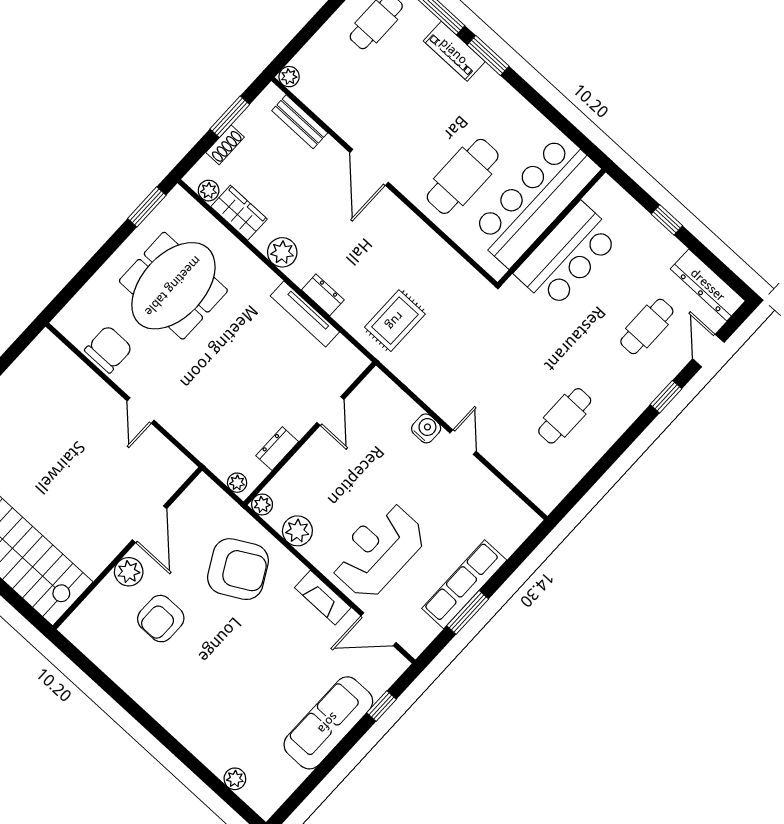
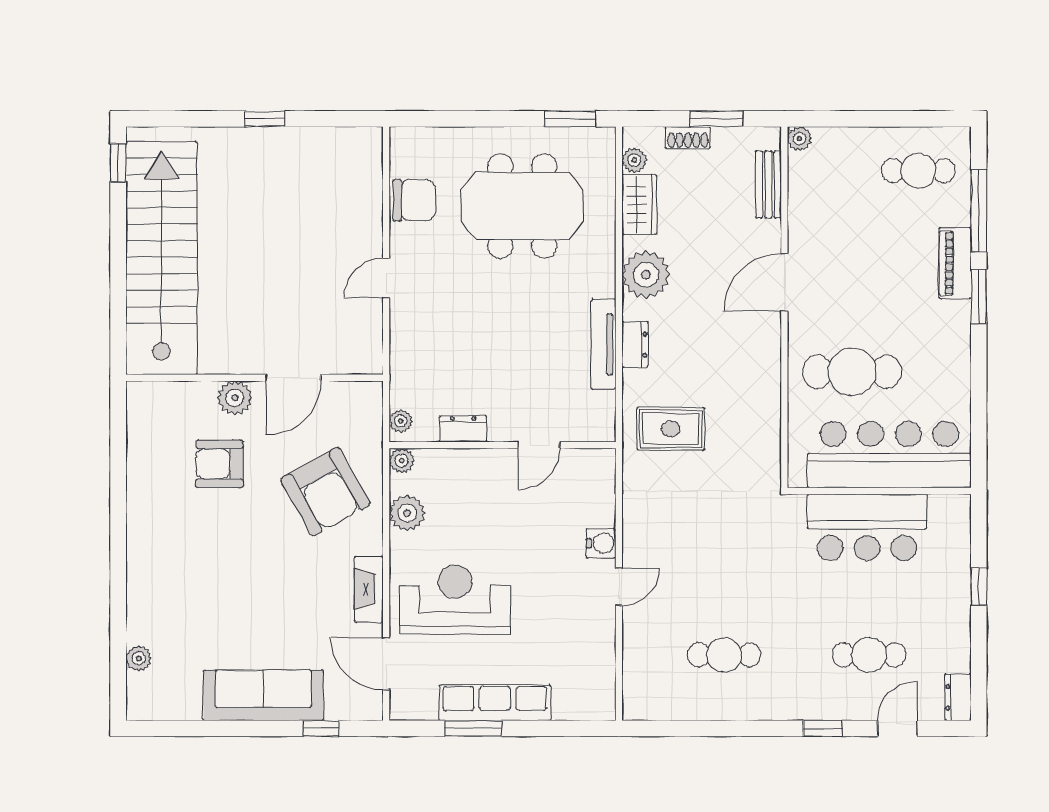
plant: (282, 252) -> (646, 275), width x1.36, depth x1.36
dresser: (708, 285) -> (958, 697), width x0.51, depth x0.80

